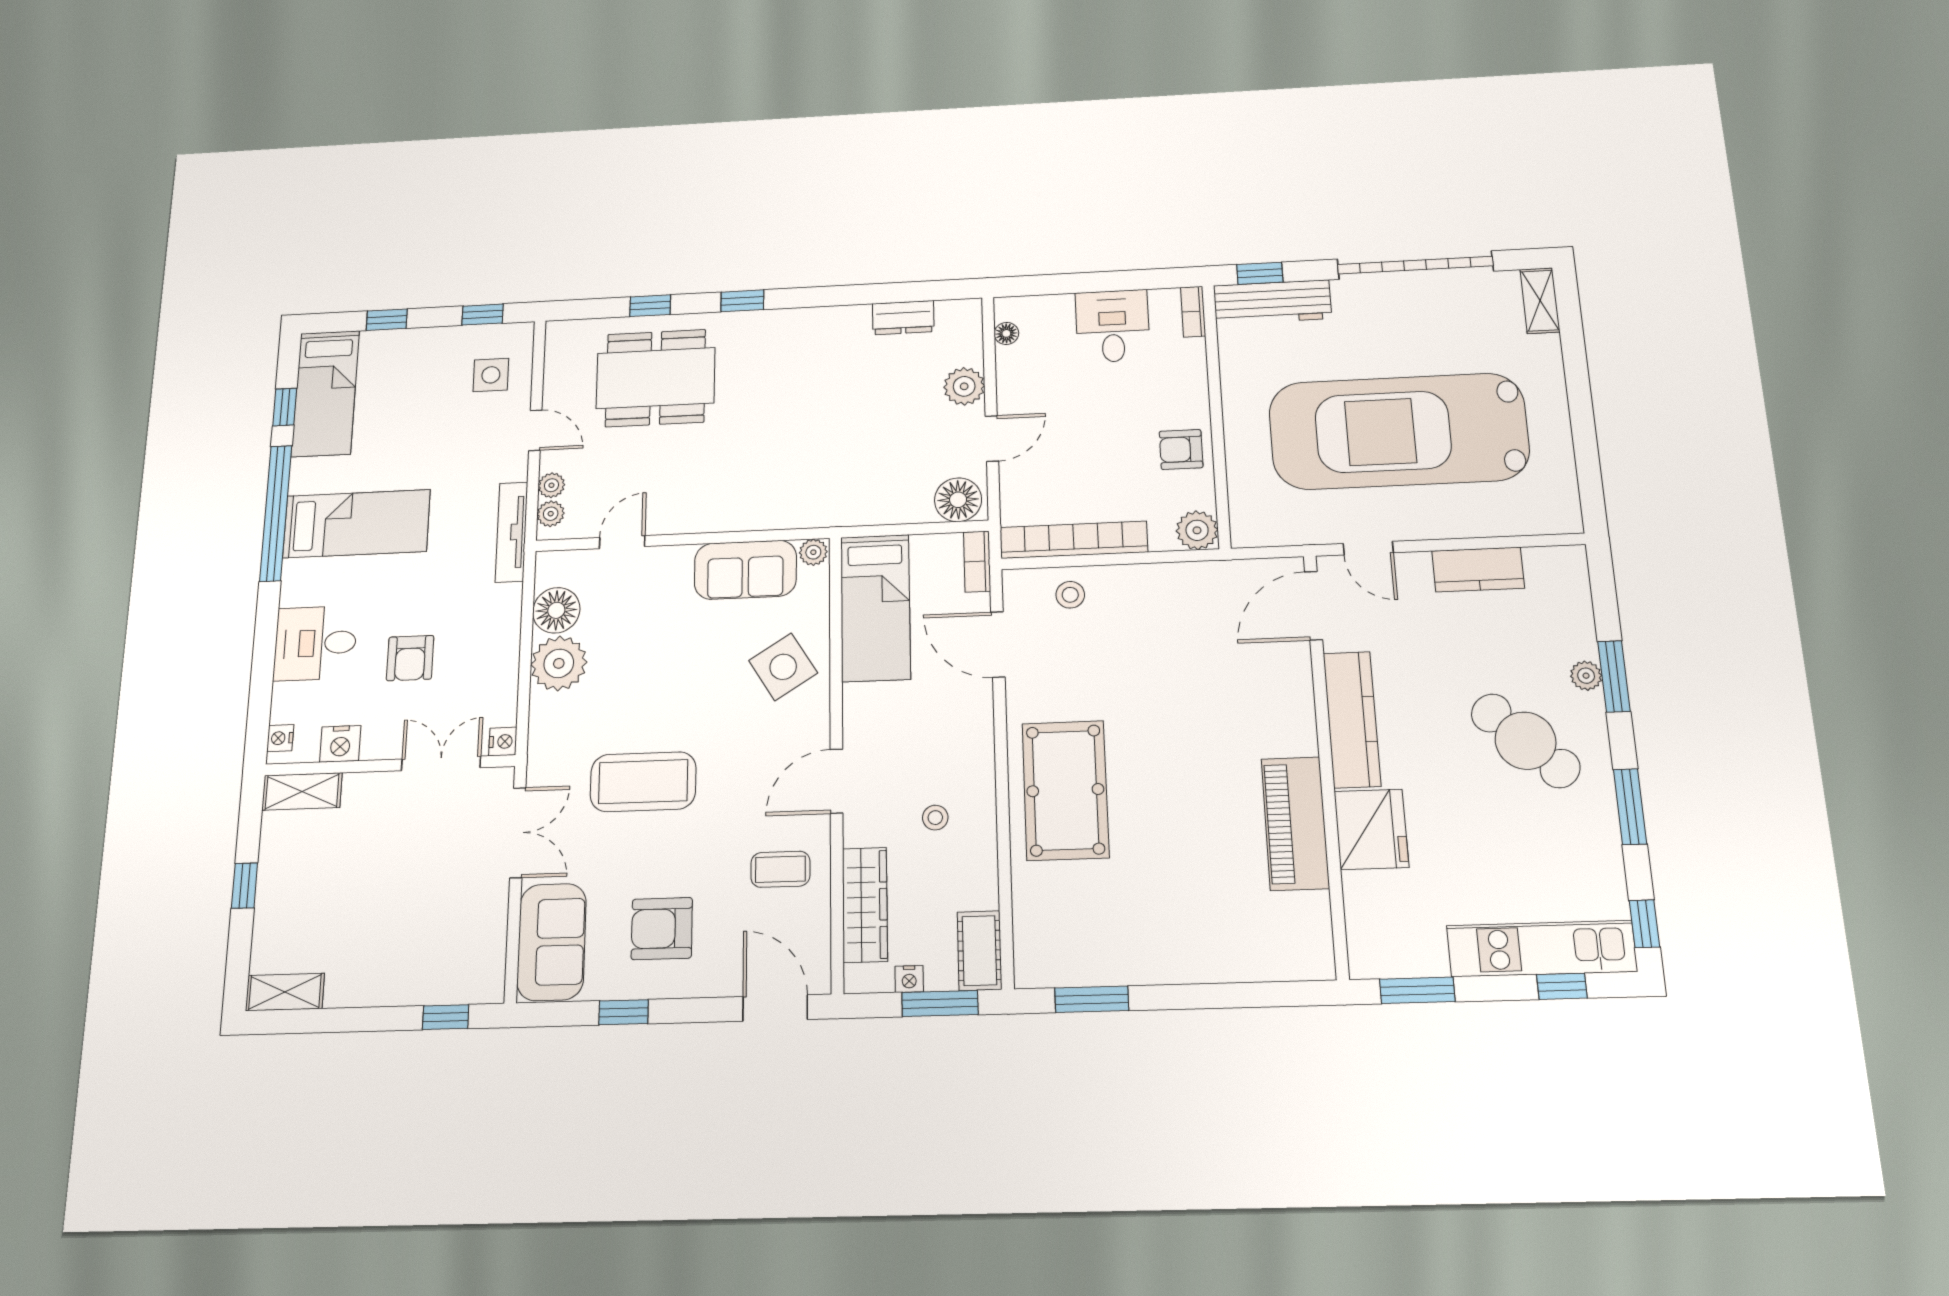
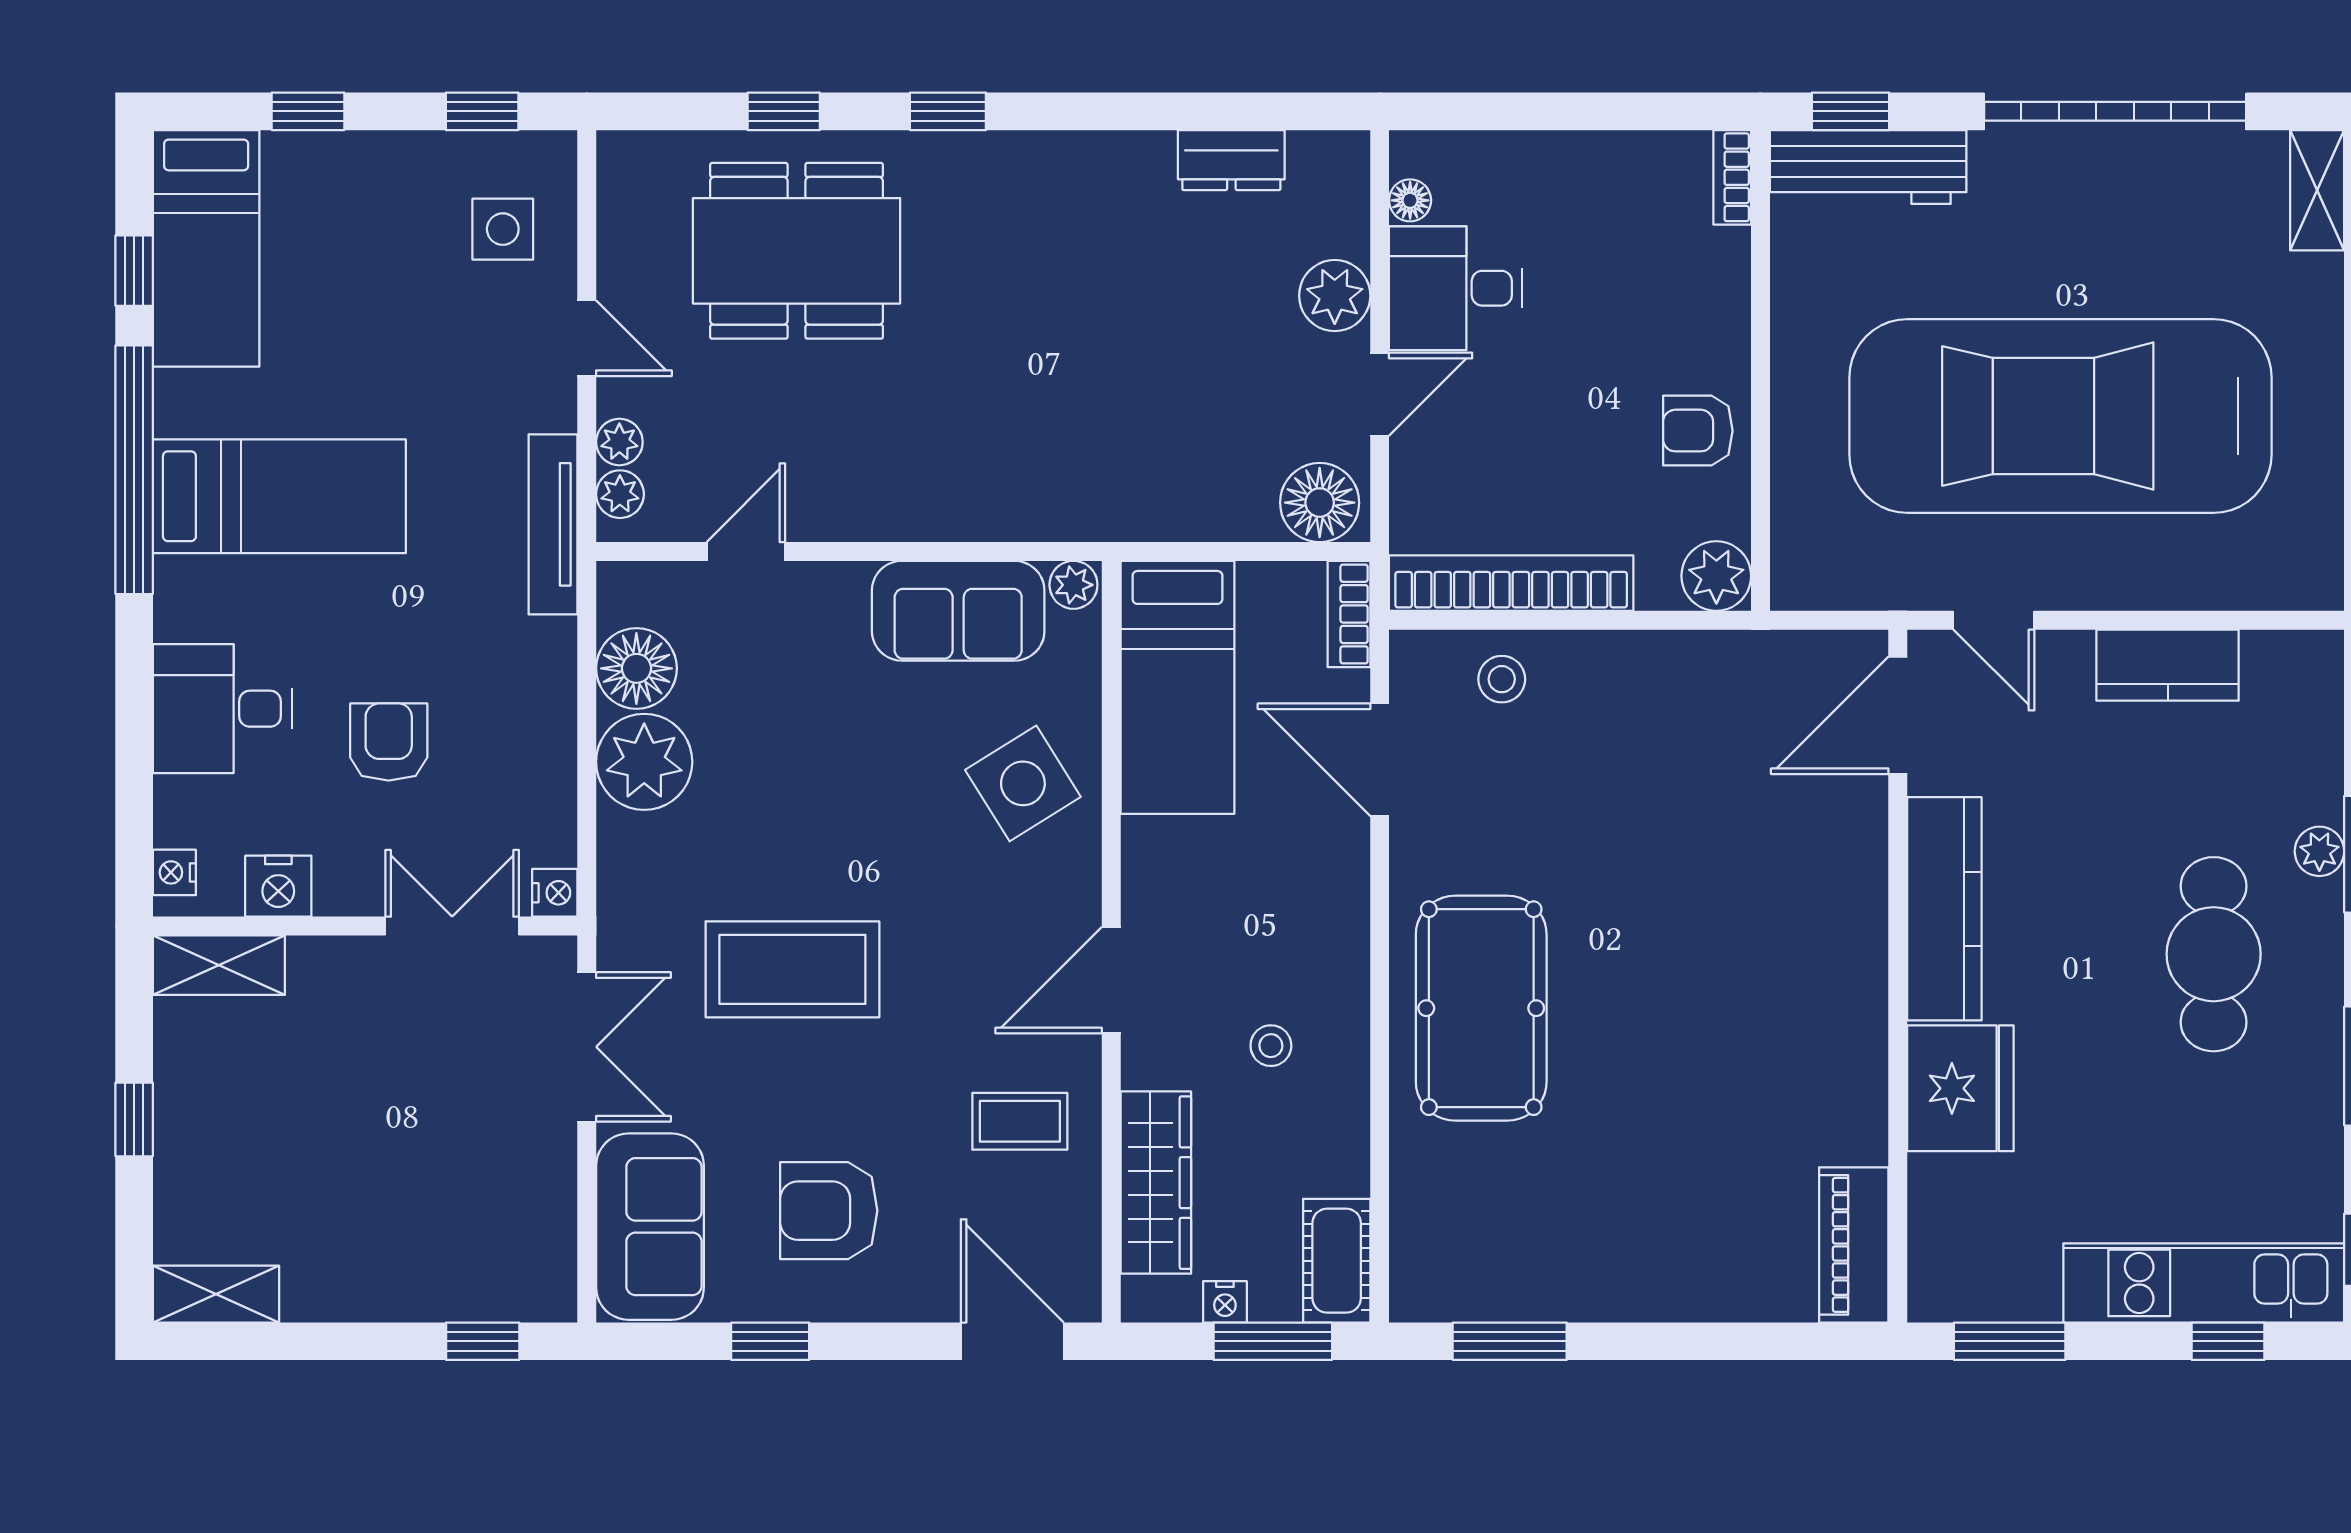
desk: (1113, 326) -> (1456, 288), moved, turned -90
armchair: (410, 658) -> (389, 742), turned 180
cafe table: (1525, 741) -> (2214, 954), turned 46
piano: (1295, 823) -> (1854, 1245), moved, width x0.73, depth x0.75

